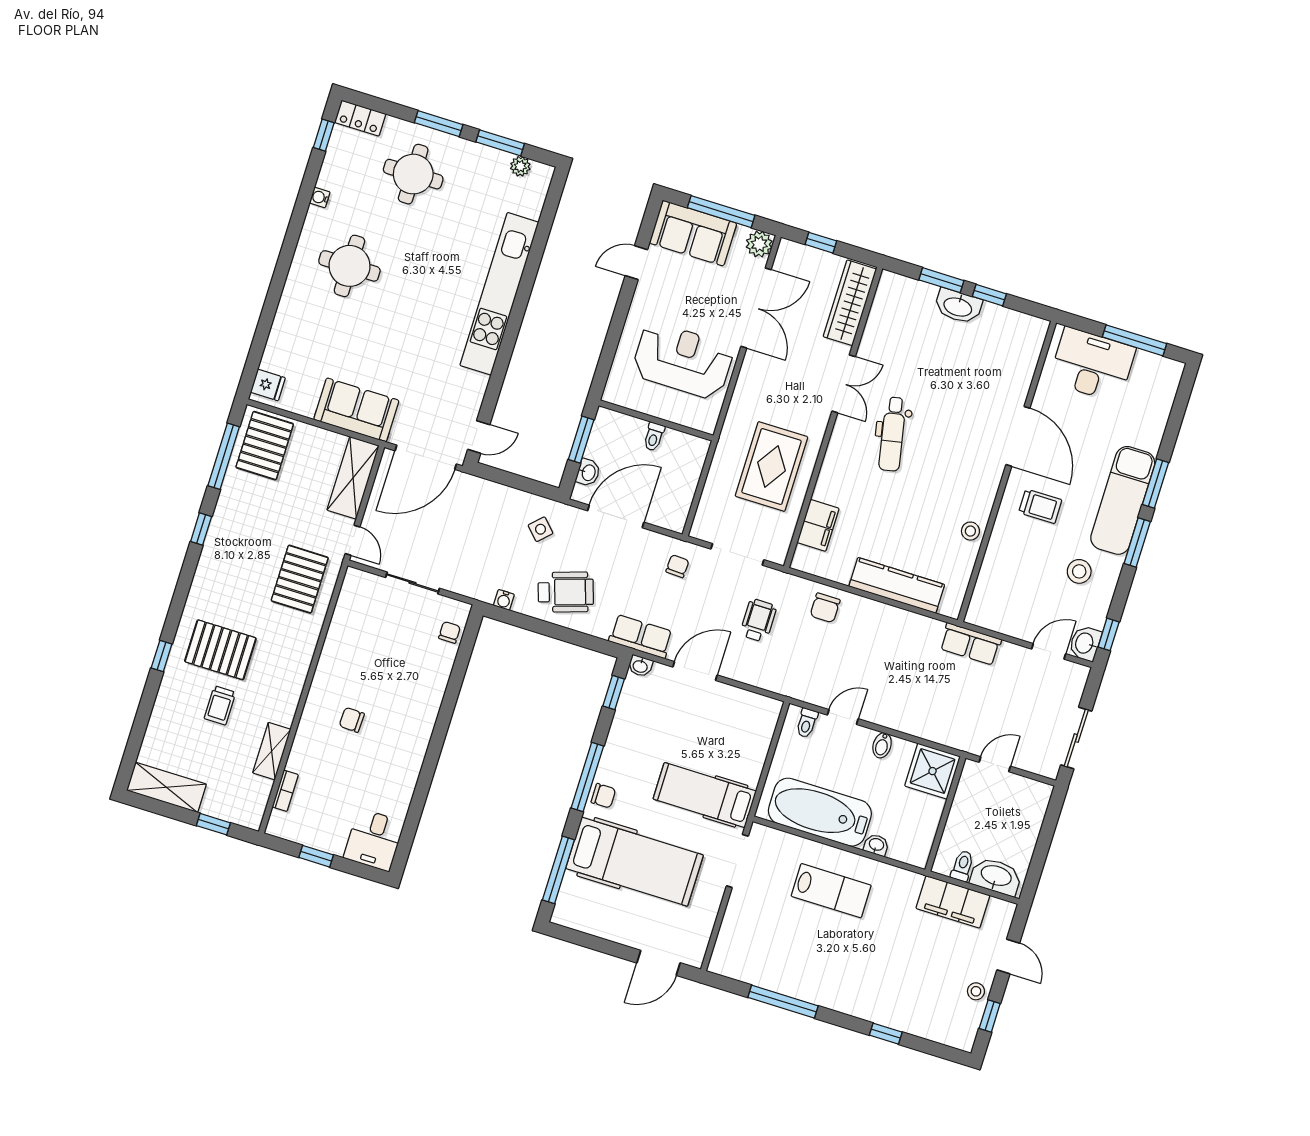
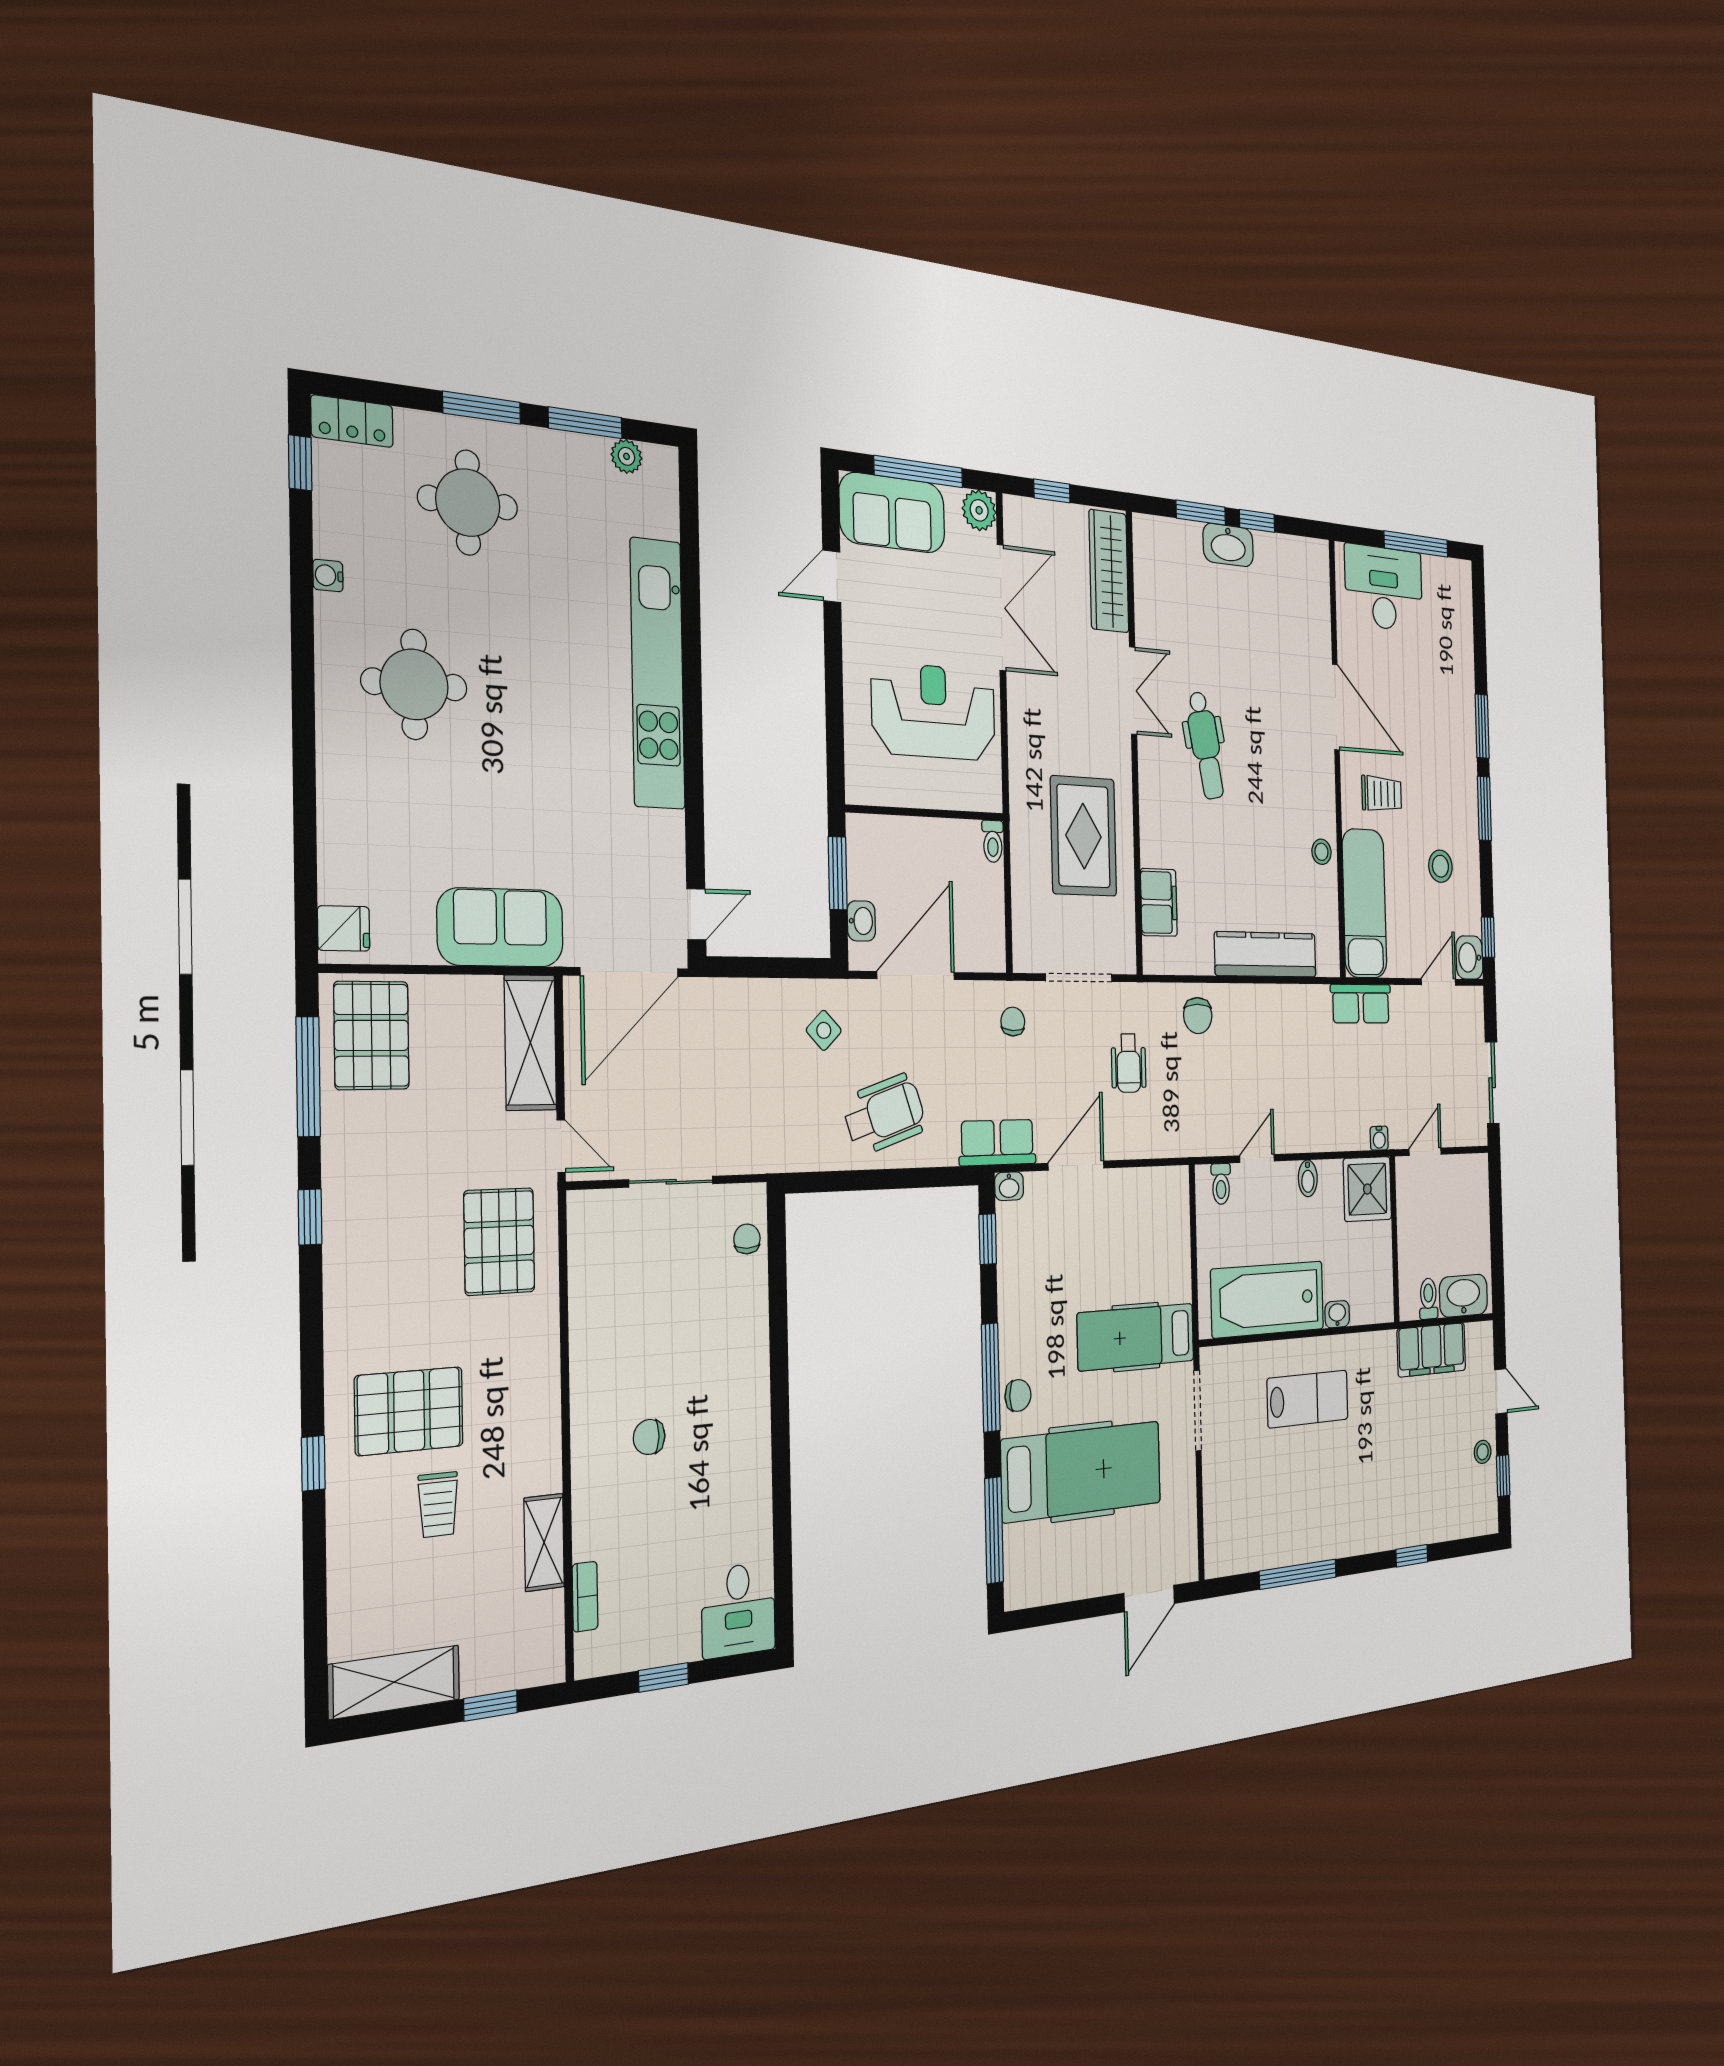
toilet: (654, 437) -> (993, 841), moved
exam couch: (1123, 500) -> (1364, 903), moved, turned 180
water cooler: (504, 600) -> (1379, 1138), moved
wheelchair: (758, 620) -> (1129, 1063), turned 180

